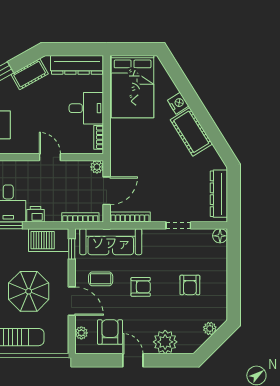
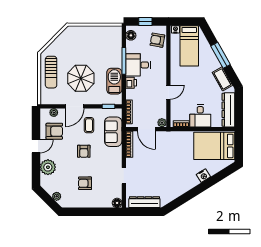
cot: (191, 132) -> (185, 184), removed
barbecue: (49, 240) -> (114, 81), moved
sofa: (111, 242) -> (113, 132), width x0.73

